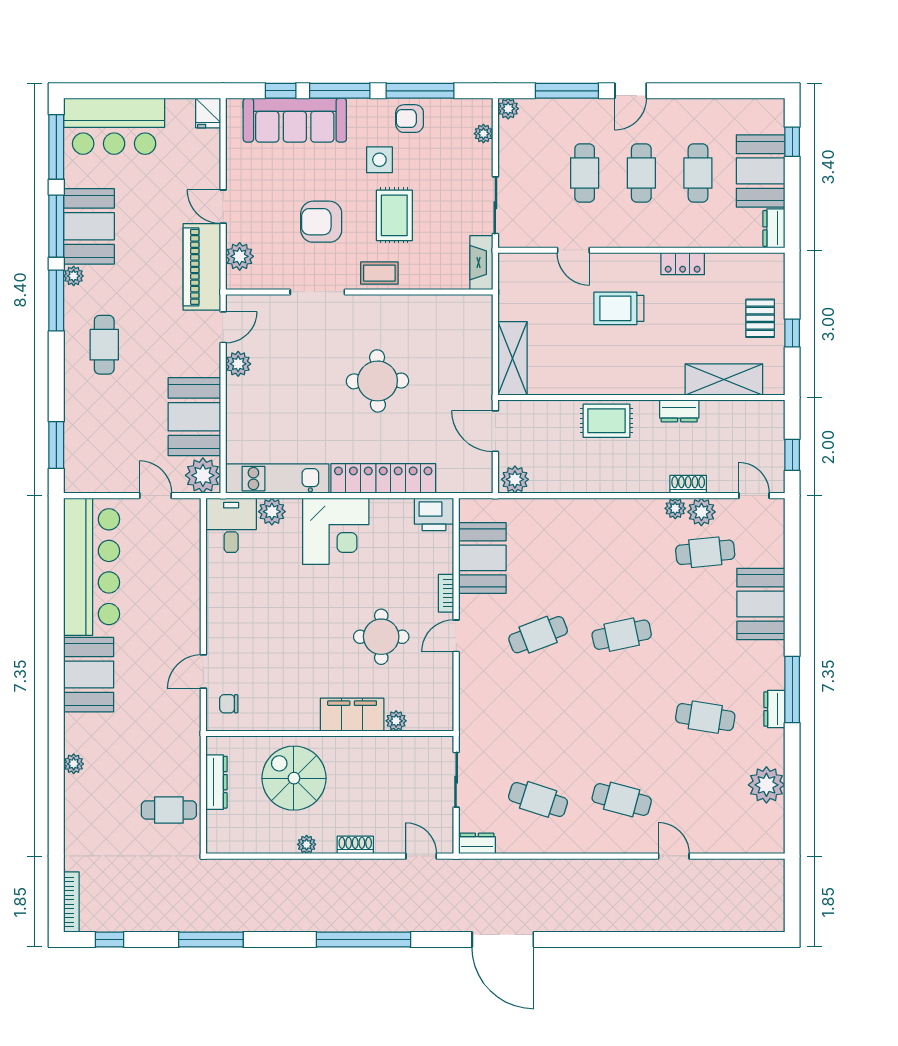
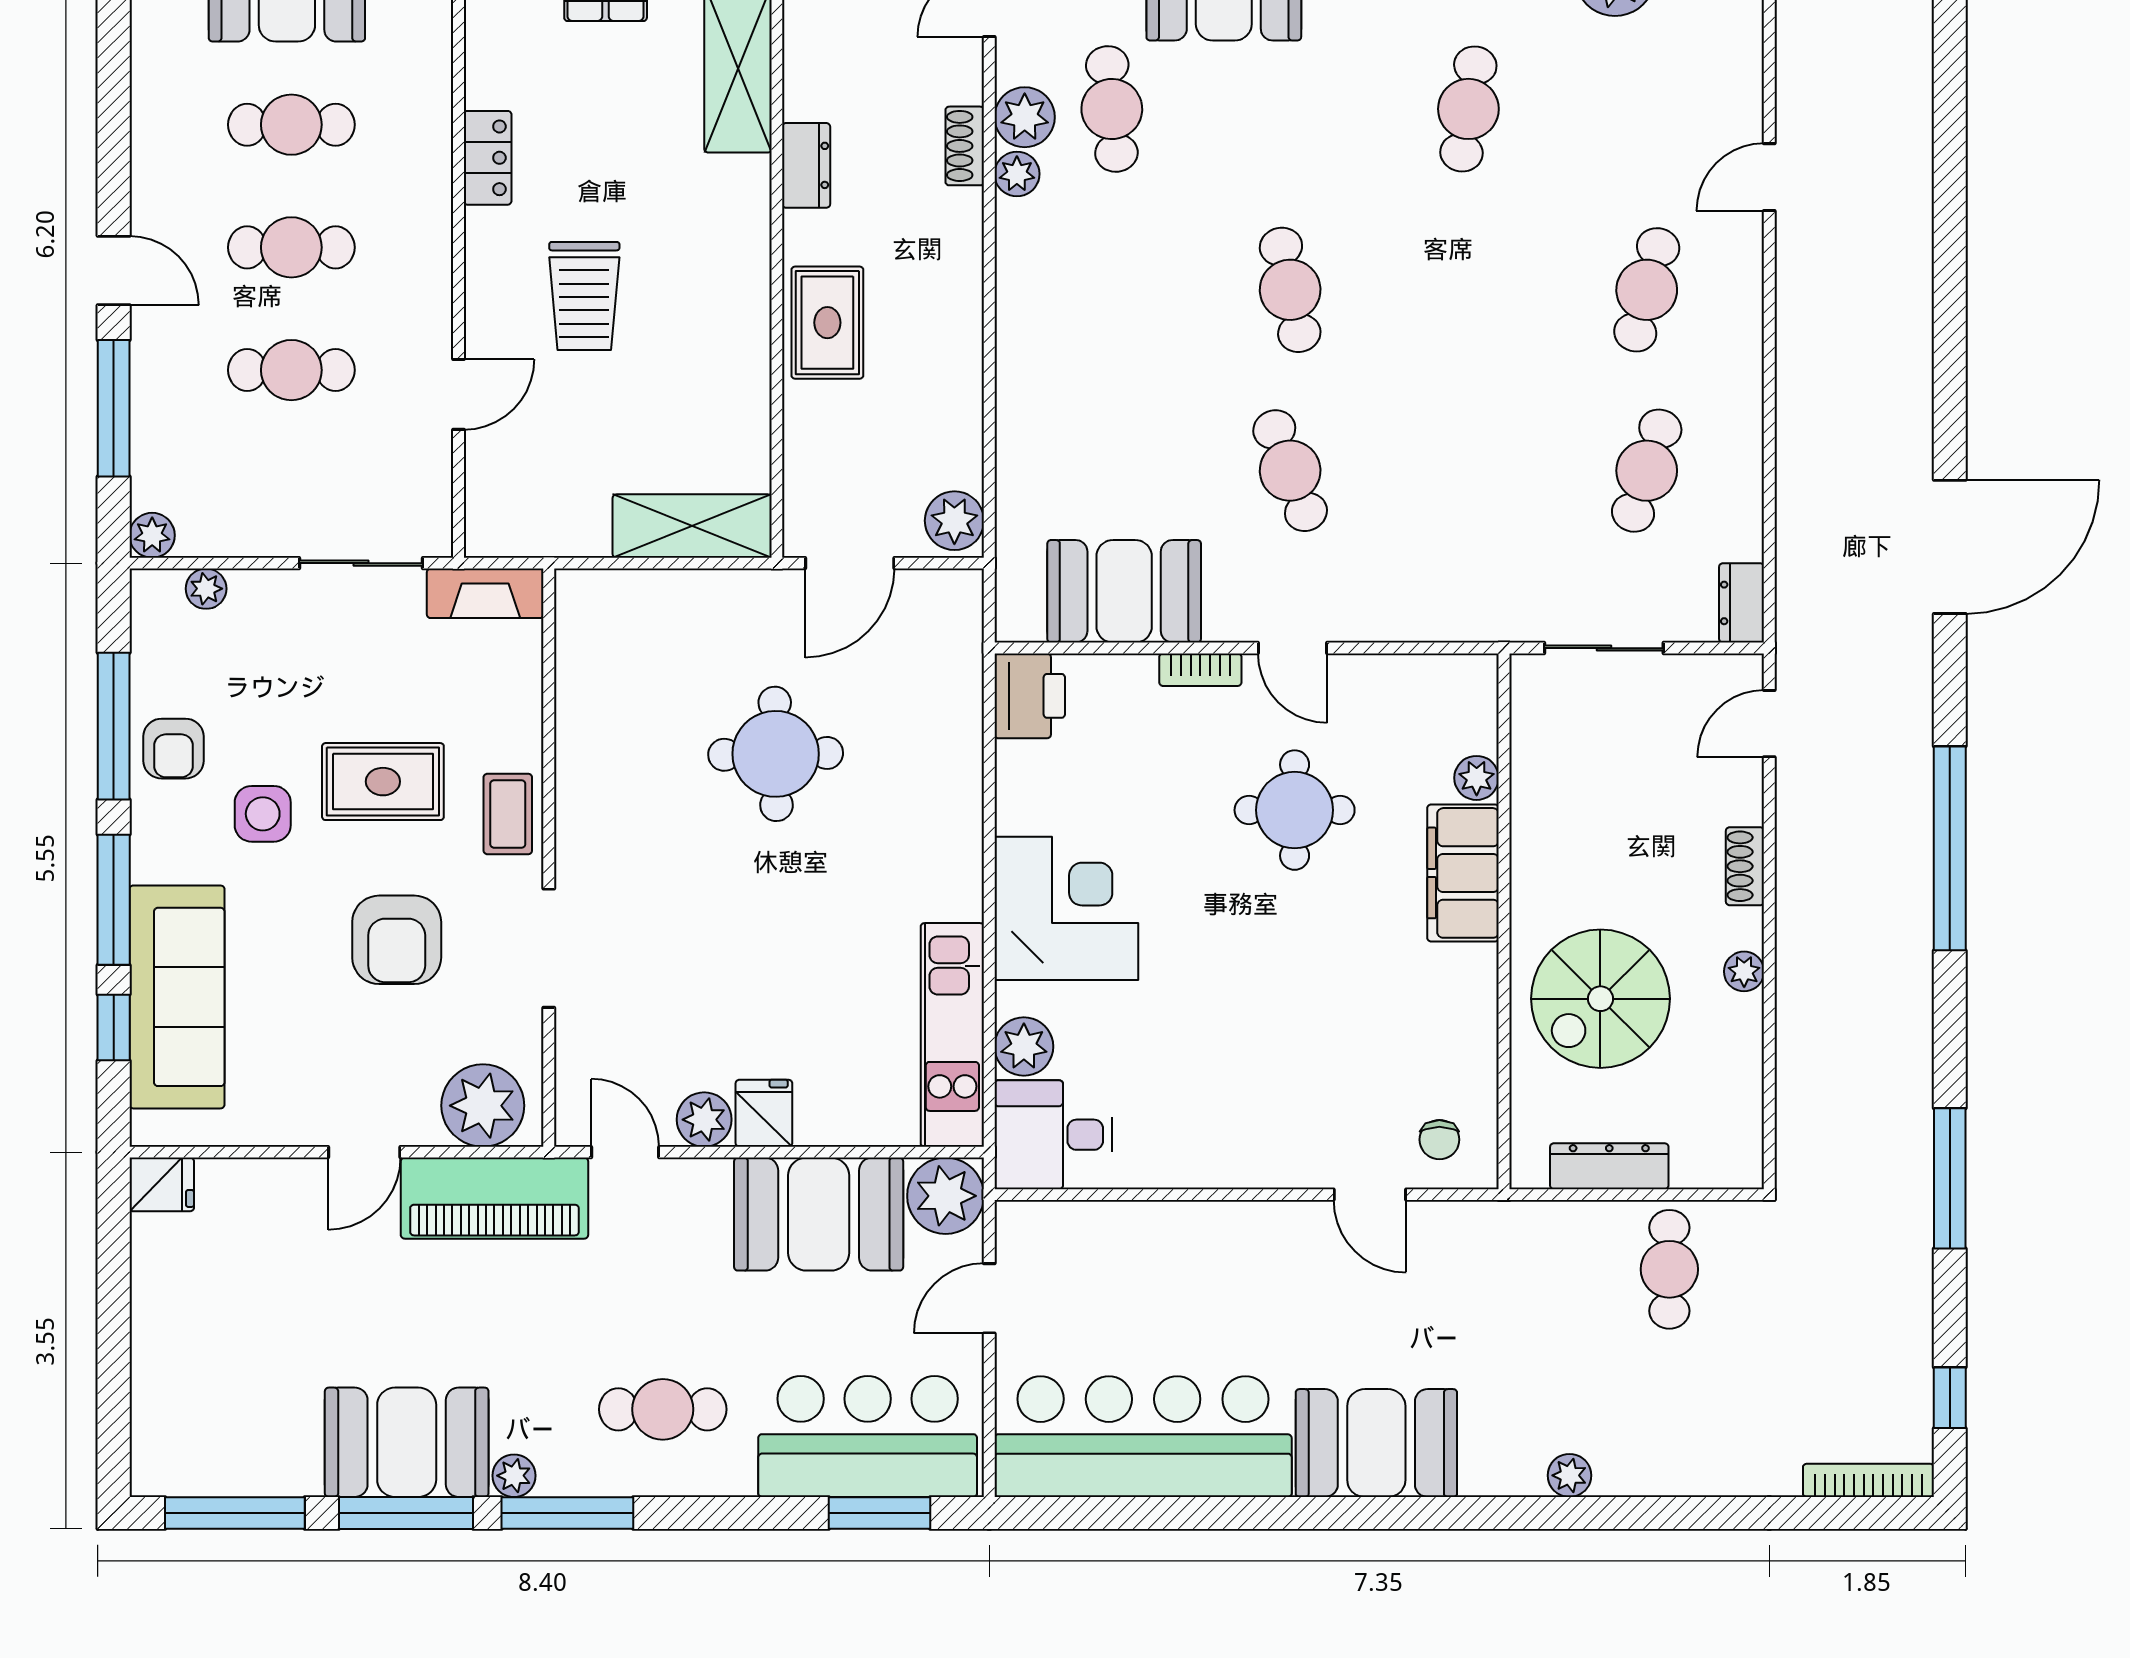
bar counter: (114, 126) -> (868, 1436), moved, turned -90
plant: (240, 256) -> (483, 1106), width x1.36, depth x1.36
round table: (377, 381) -> (776, 754), moved
fridge: (241, 391) -> (764, 1113), added
locker: (383, 478) -> (952, 806), removed

